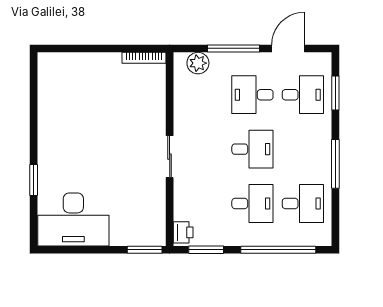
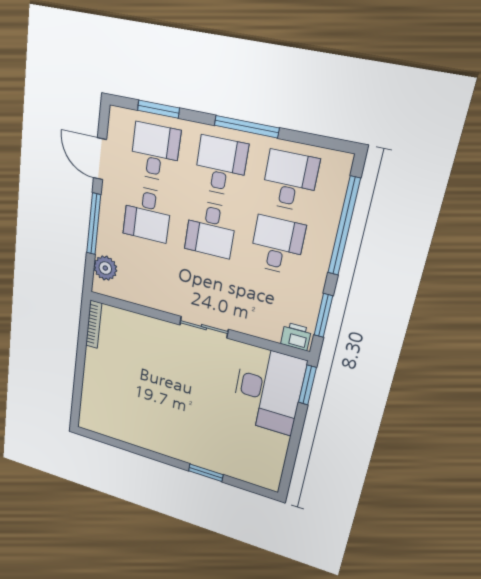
desk: (252, 149) -> (211, 229), turned 180
desk: (303, 149) -> (221, 166), added
desk: (73, 219) -> (268, 390), moved

